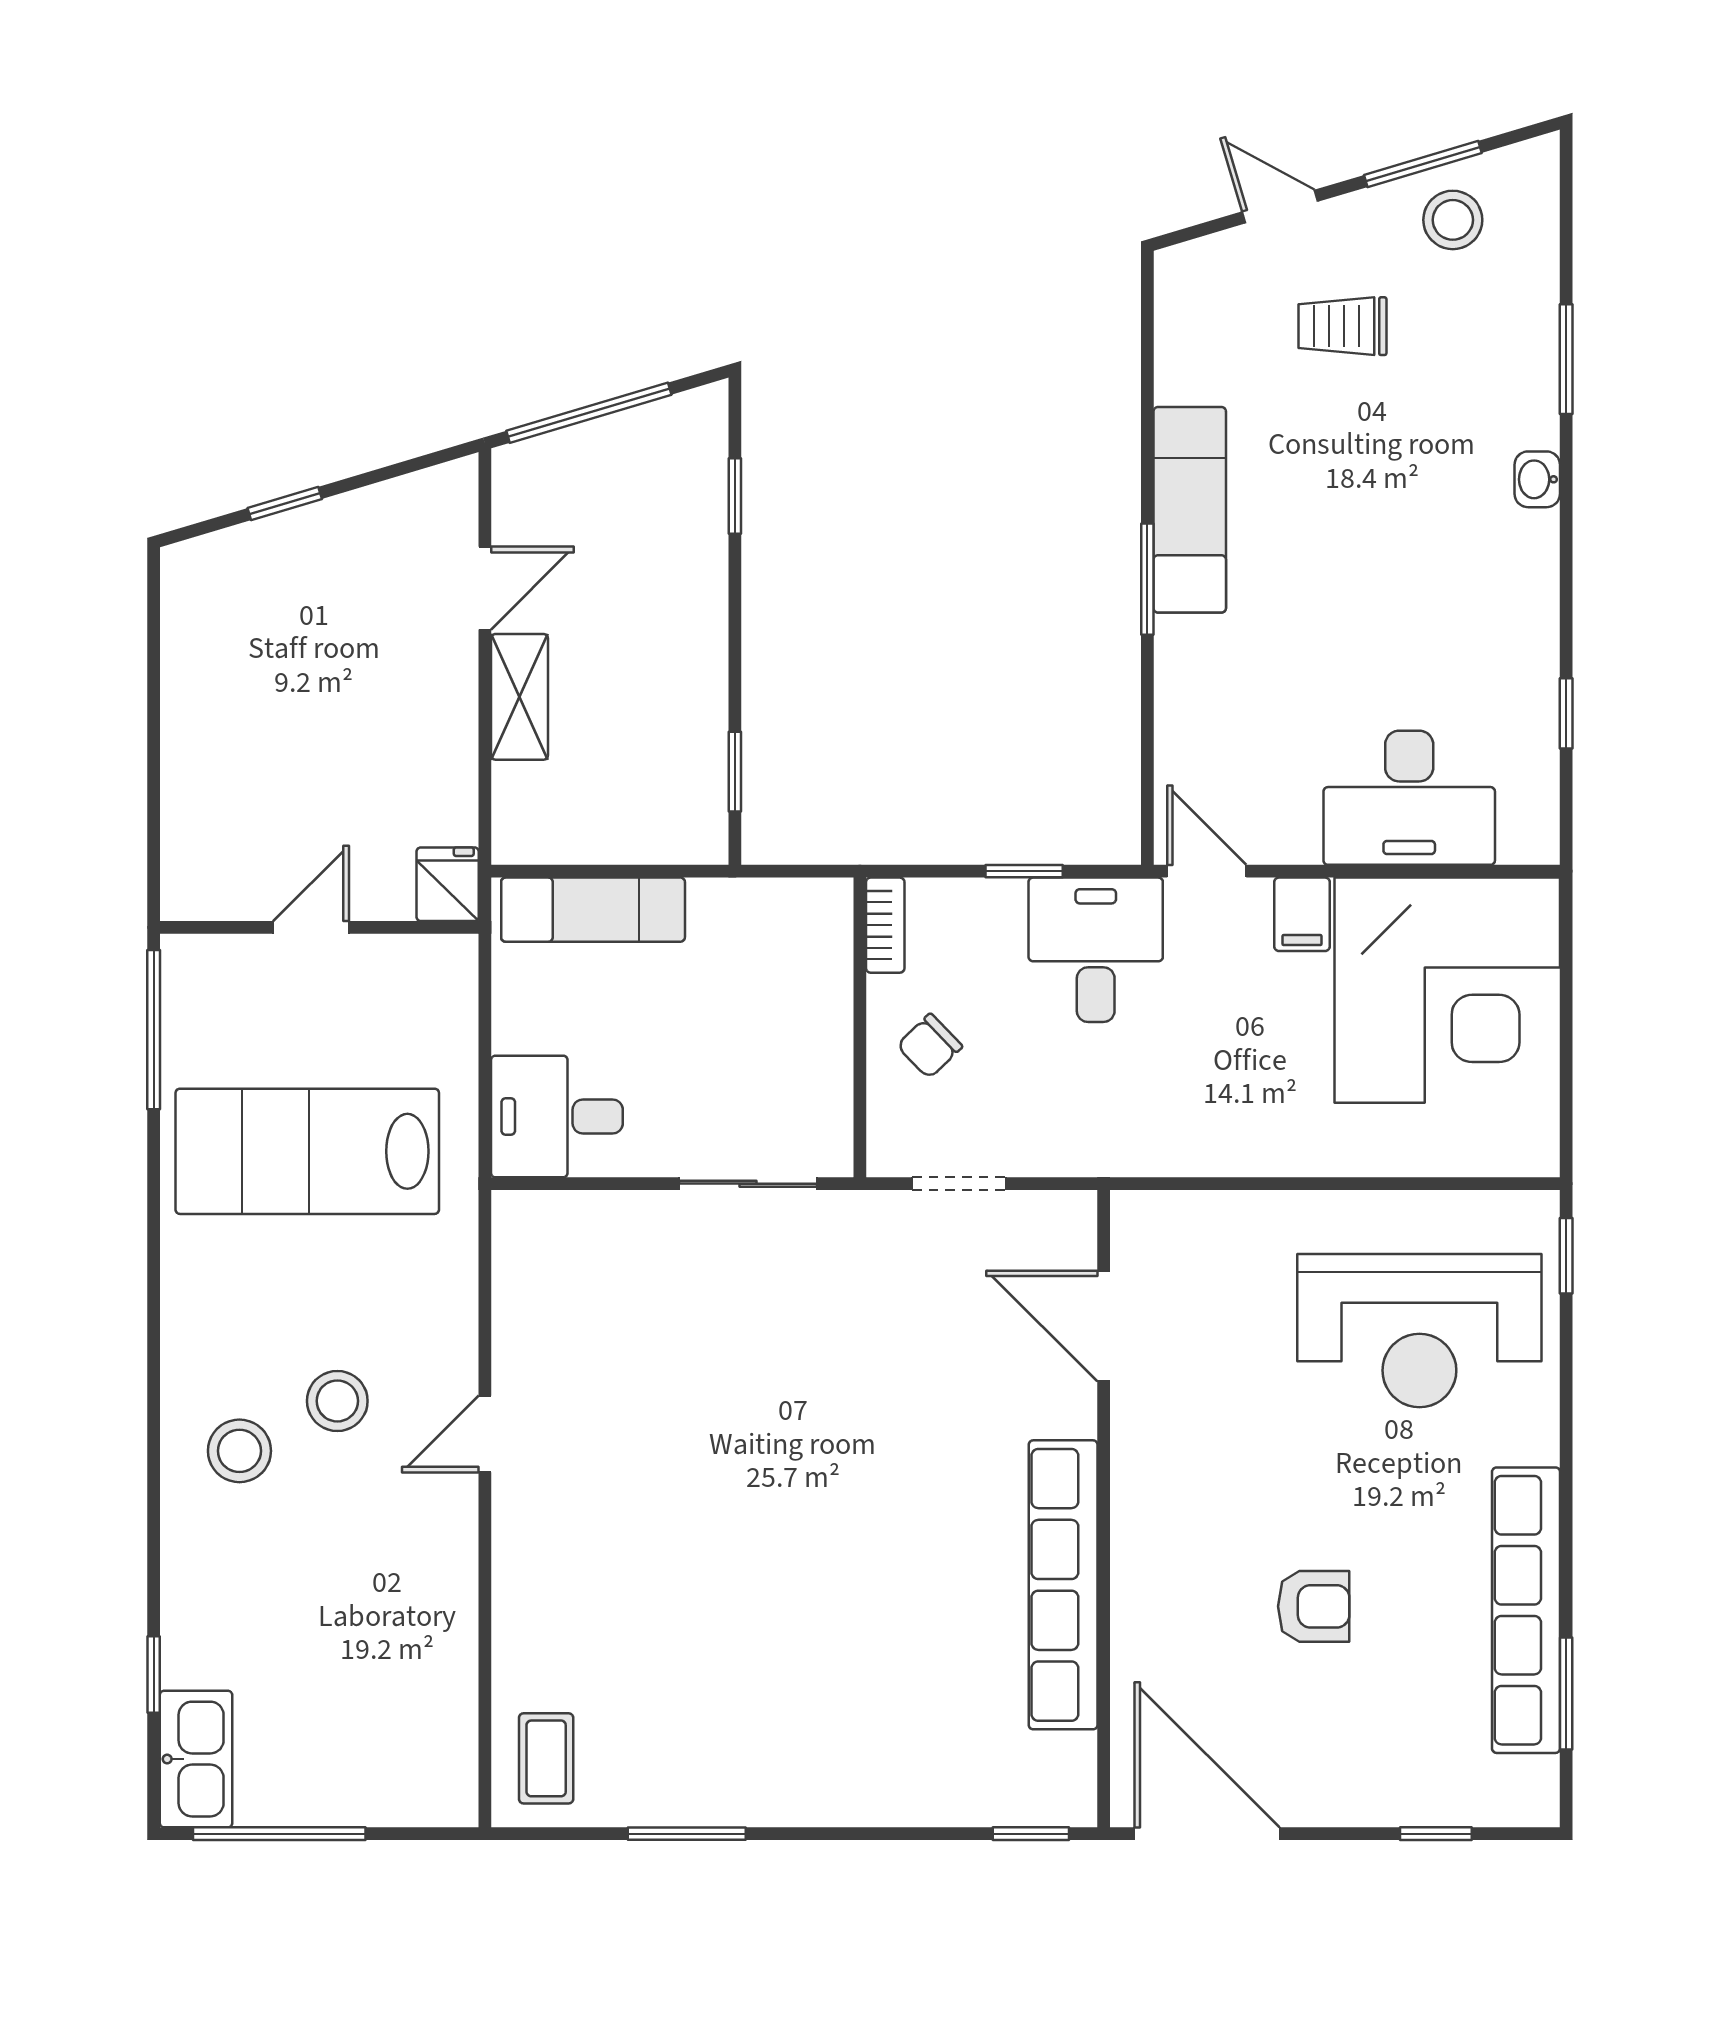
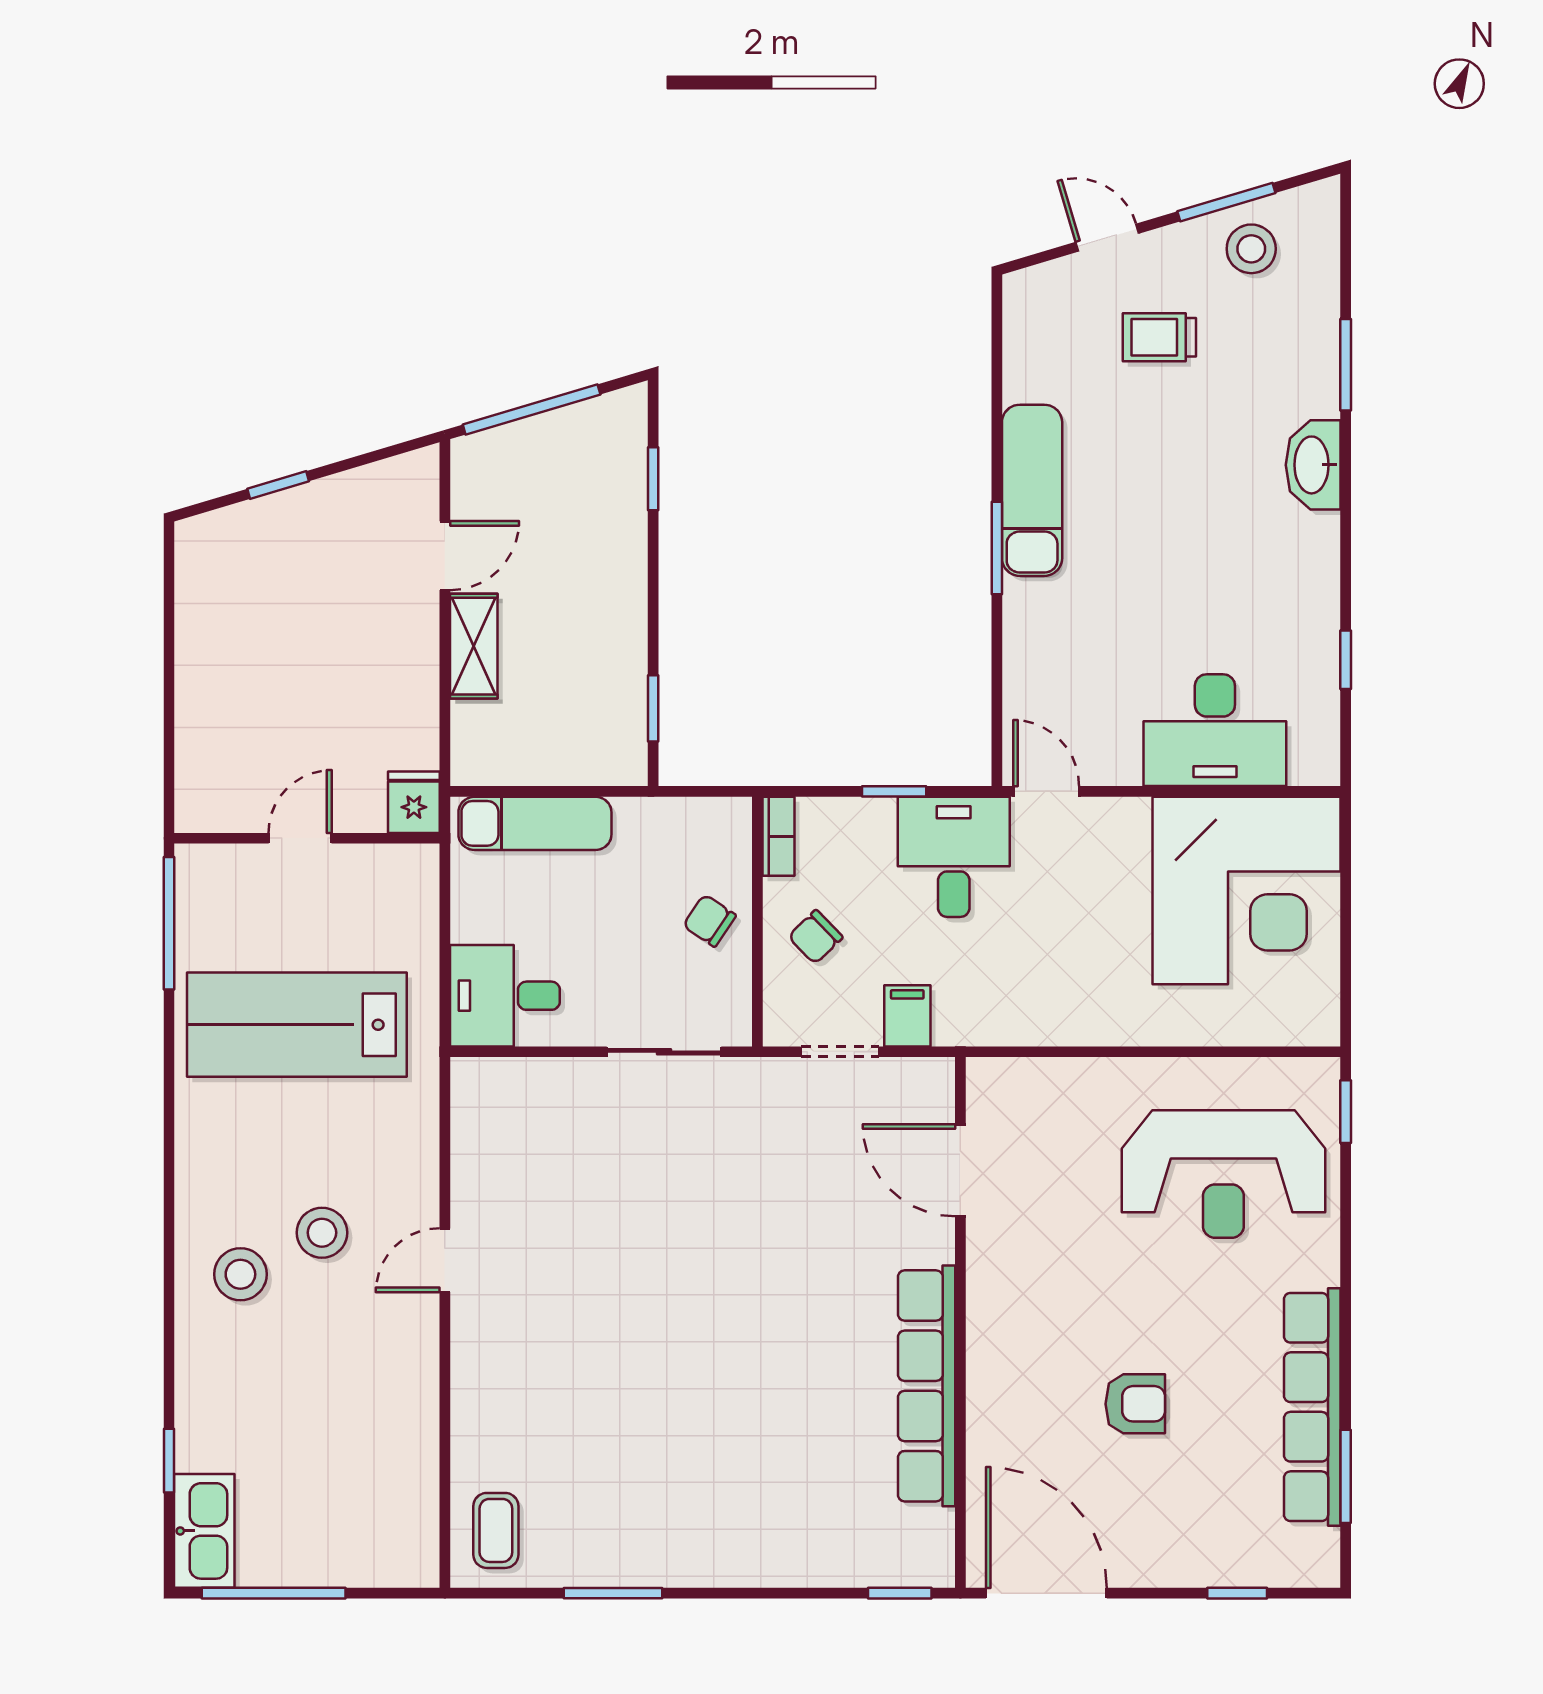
washbasin: (1537, 479) -> (1313, 465), width x1.91, depth x1.45
filing cabinet: (1302, 914) -> (907, 1016), moved, turned 180
chair: (802, 1026) -> (709, 921), added

